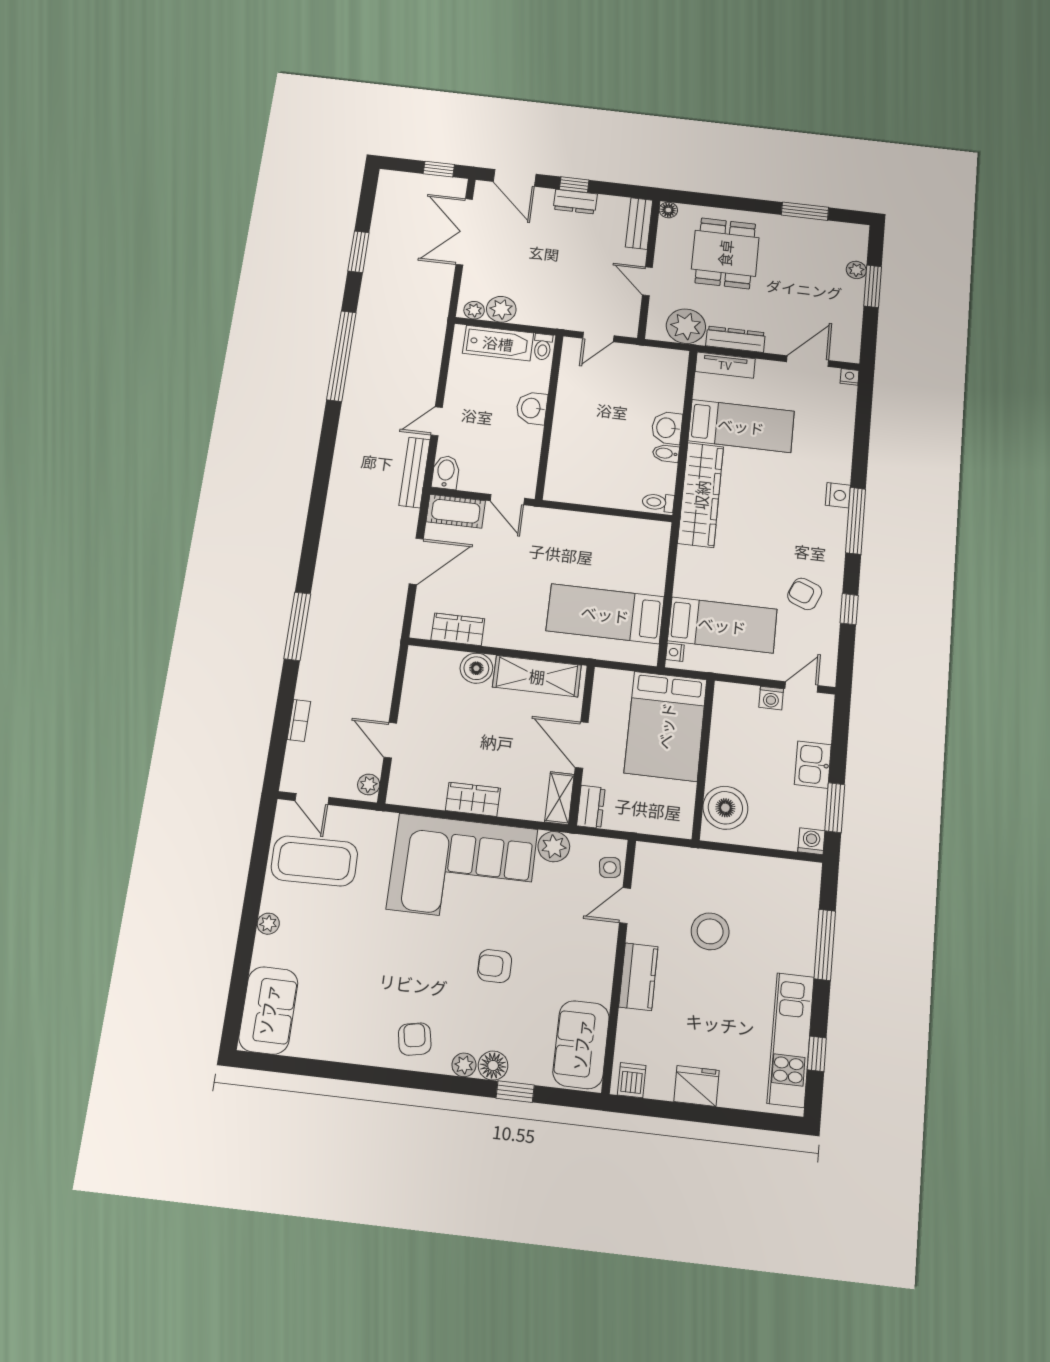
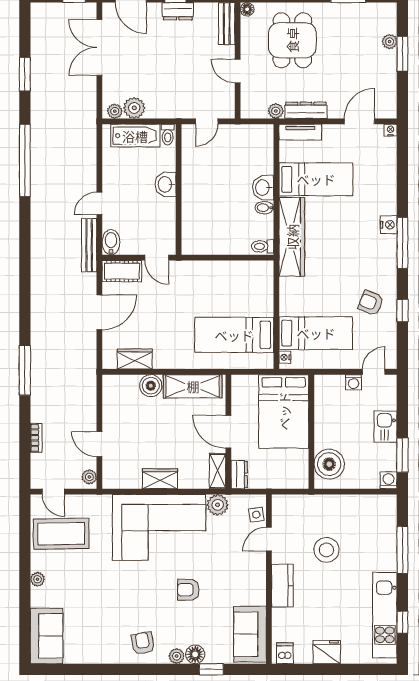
plant: (686, 326) -> (276, 111), width x0.53, depth x0.53

